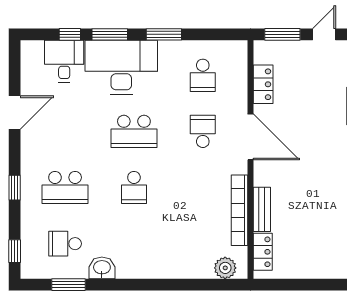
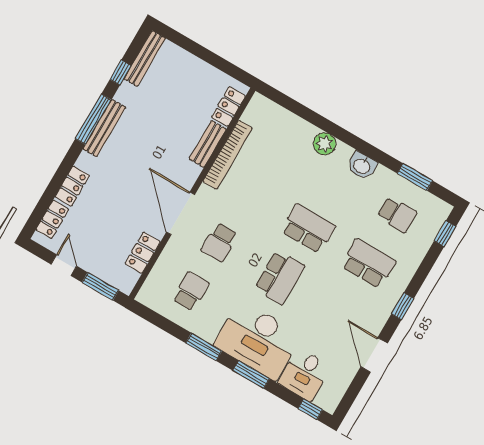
window: (70, 34) -> (310, 409), moved
door: (324, 34) -> (64, 265), swing flipped
door: (15, 113) -> (374, 355), hinge flipped
school desk: (134, 131) -> (280, 277), turned 90
window: (15, 188) -> (403, 306), moved
school desk: (134, 188) -> (308, 228), width x1.85
washbasin: (102, 268) -> (362, 166), moved
plant: (225, 268) -> (325, 144), moved

